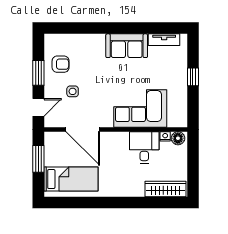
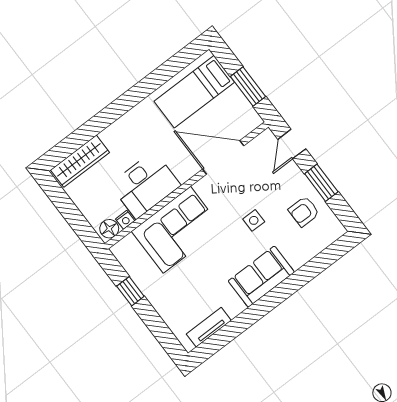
sofa: (127, 46) -> (261, 277), moved
window: (193, 77) -> (130, 291), moved
side table: (73, 91) -> (254, 220), moved
desk: (144, 147) -> (145, 185), width x1.37

